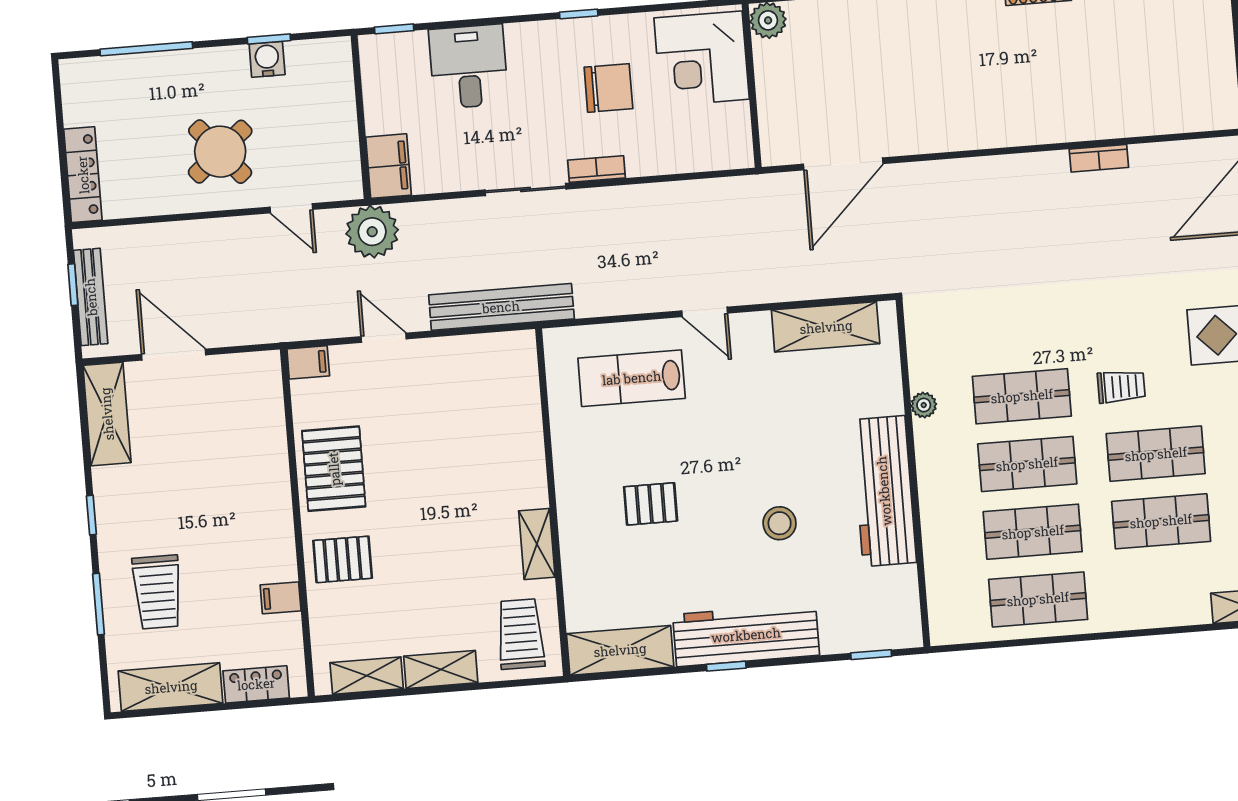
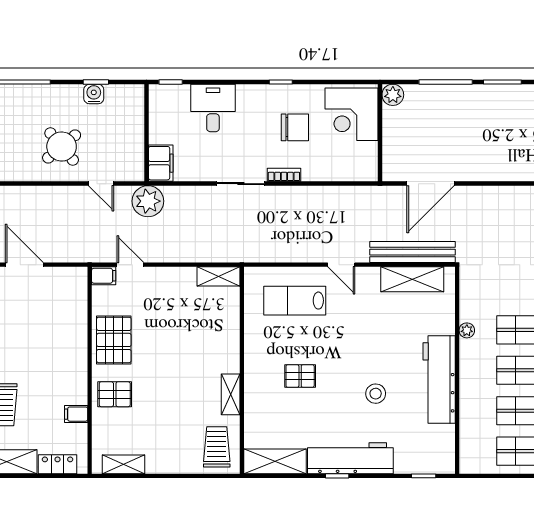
bench: (501, 307) -> (412, 252), moved
door: (384, 338) -> (130, 265), moved
shelving: (441, 669) -> (218, 276), moved

